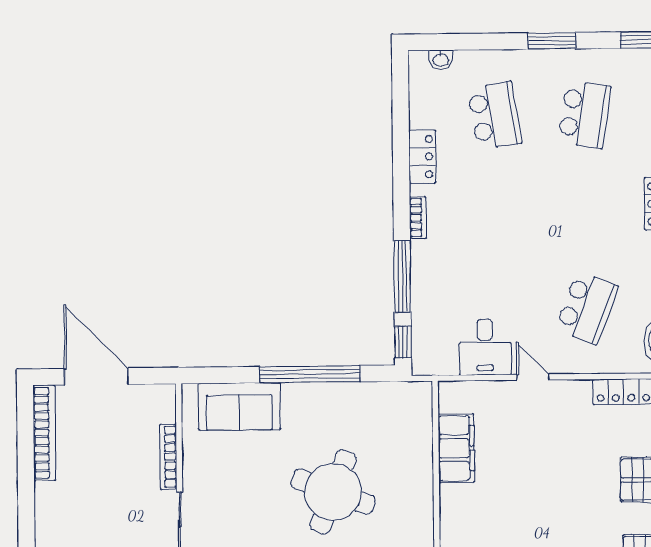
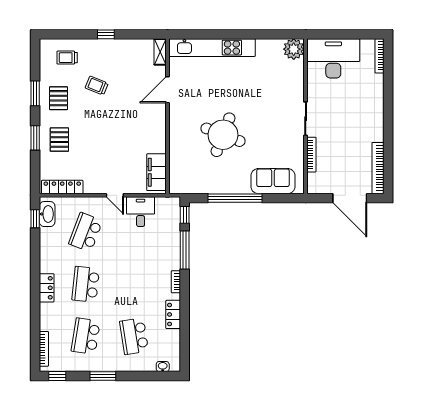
school desk: (586, 211) -> (86, 284), added
filing cabinet: (456, 448) -> (156, 172), moved

